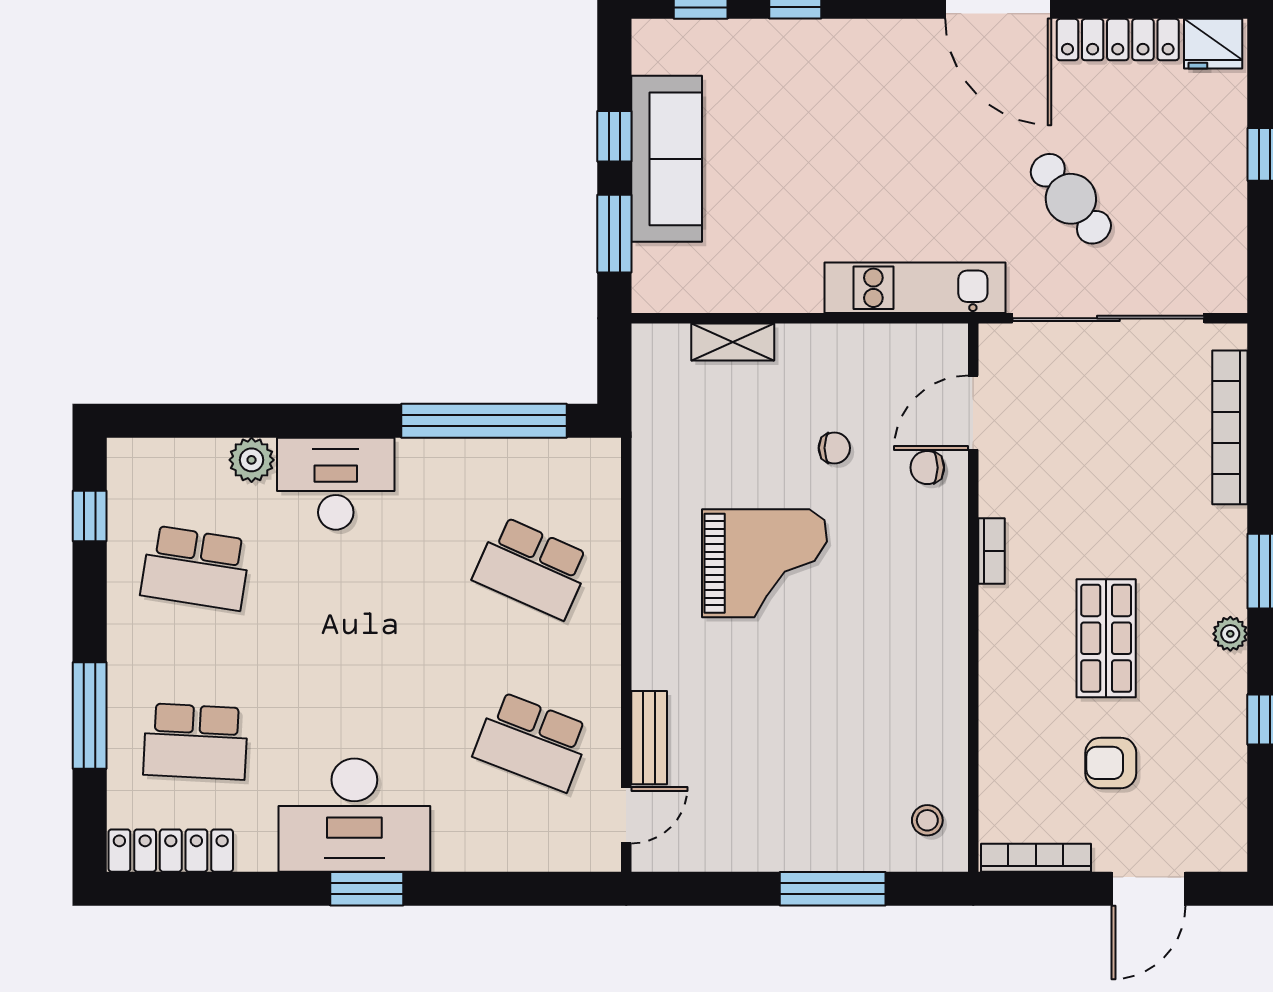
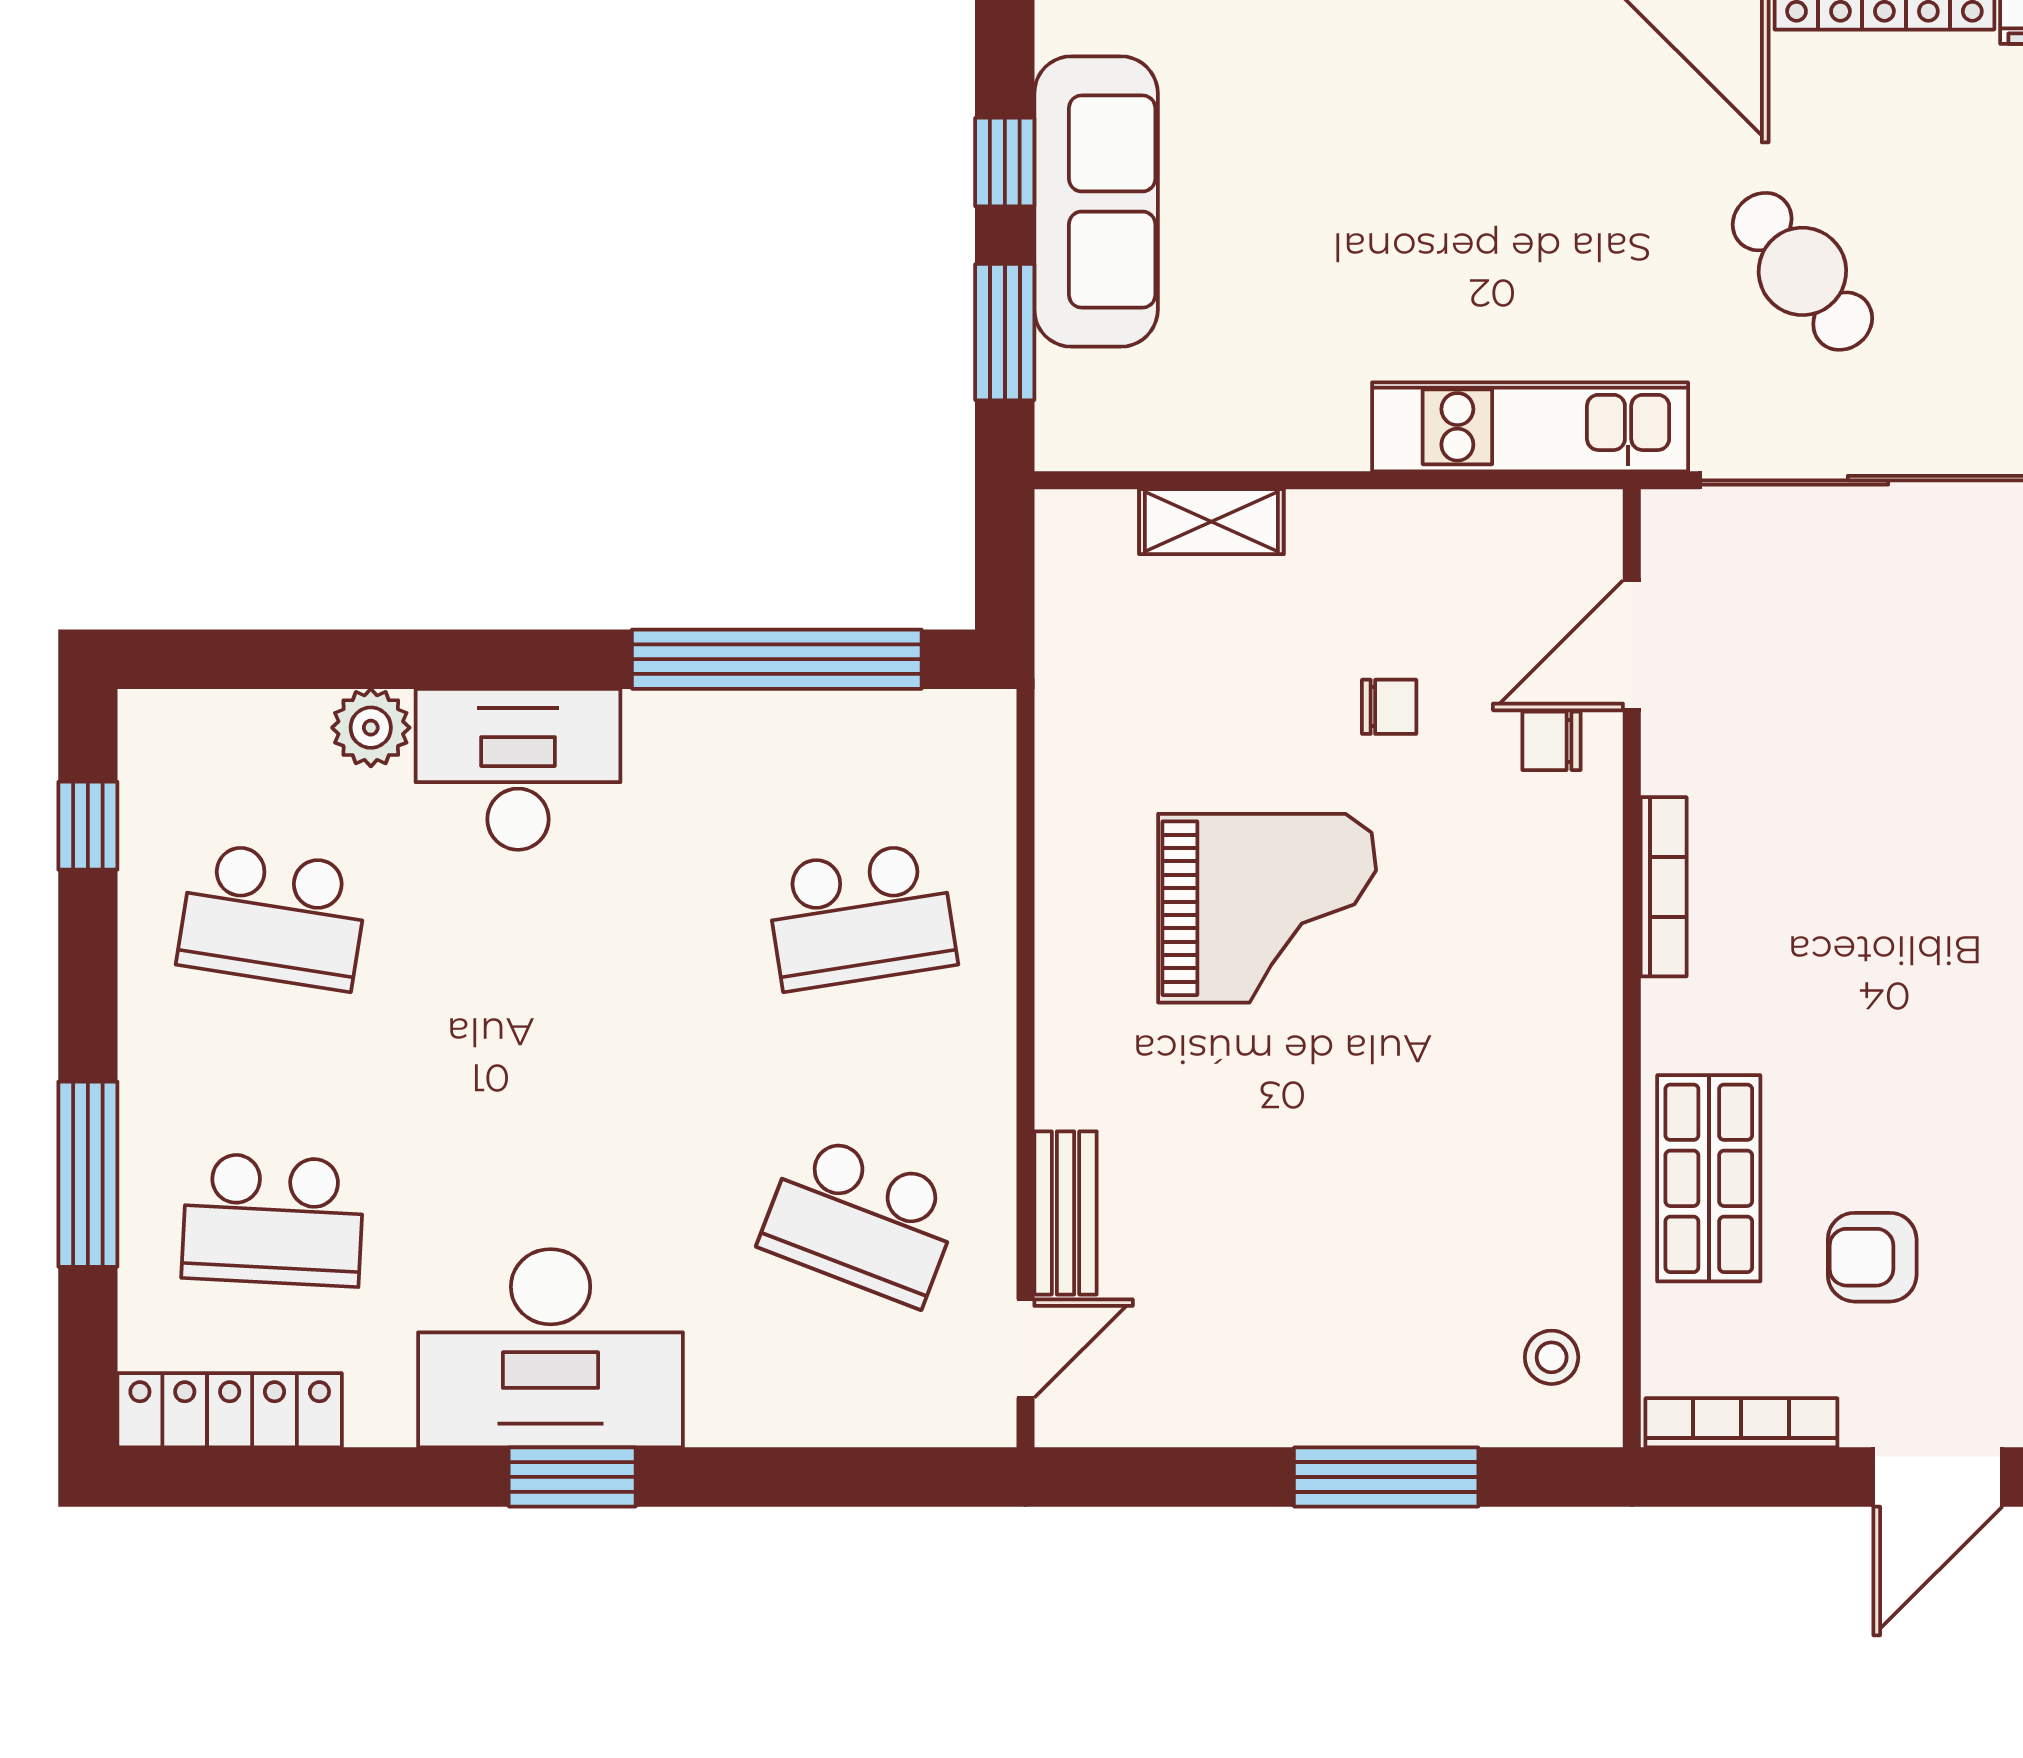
bookcase: (991, 551) -> (1664, 887), width x1.56
school desk: (532, 568) -> (861, 916), turned -33
shop shelf: (1106, 638) -> (1709, 1178), moved

